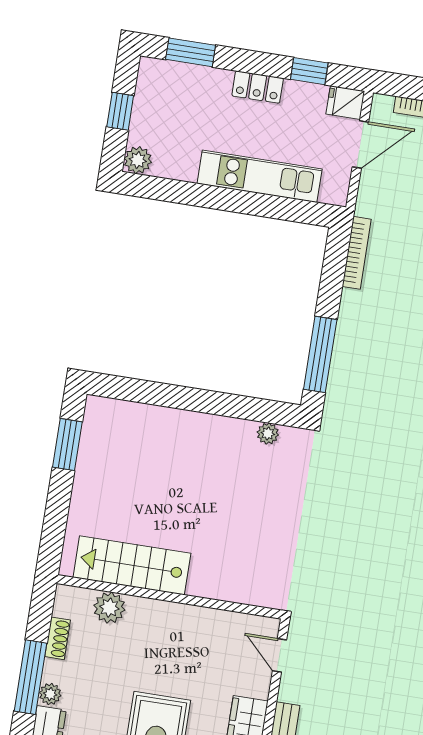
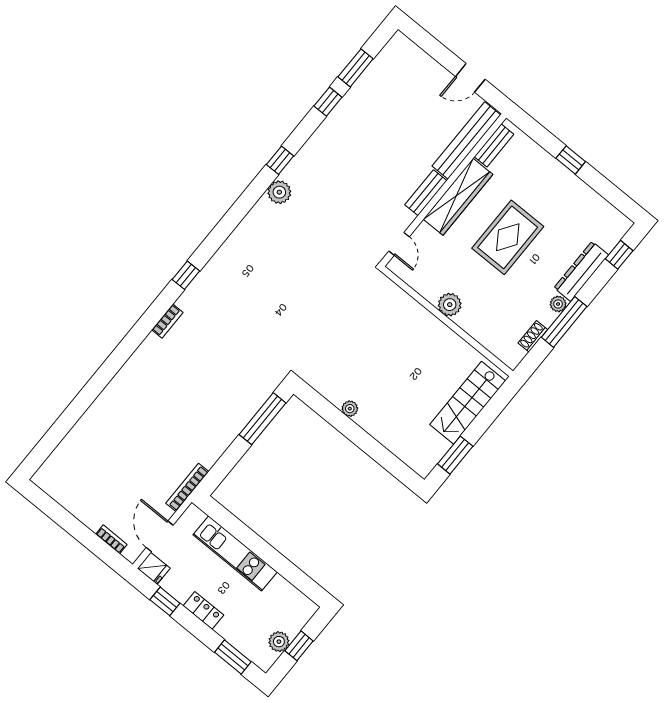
door: (360, 144) -> (160, 536), hinge flipped
plant: (138, 160) -> (279, 642), moved
bookcase: (357, 253) -> (187, 487), moved
plant: (268, 434) -> (350, 409), moved
stairs: (132, 565) -> (468, 403), moved, turned 90
plant: (109, 608) -> (450, 305), moved

